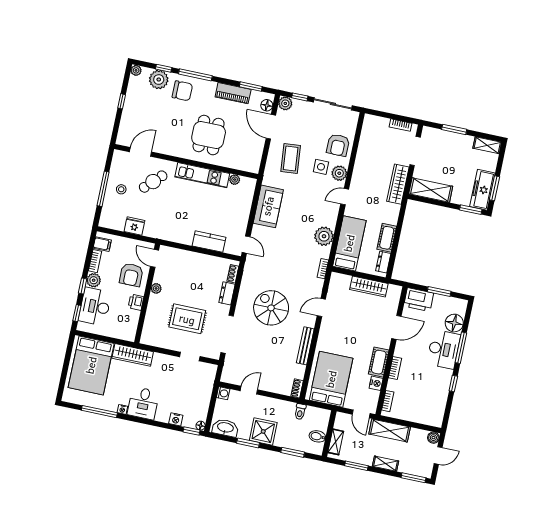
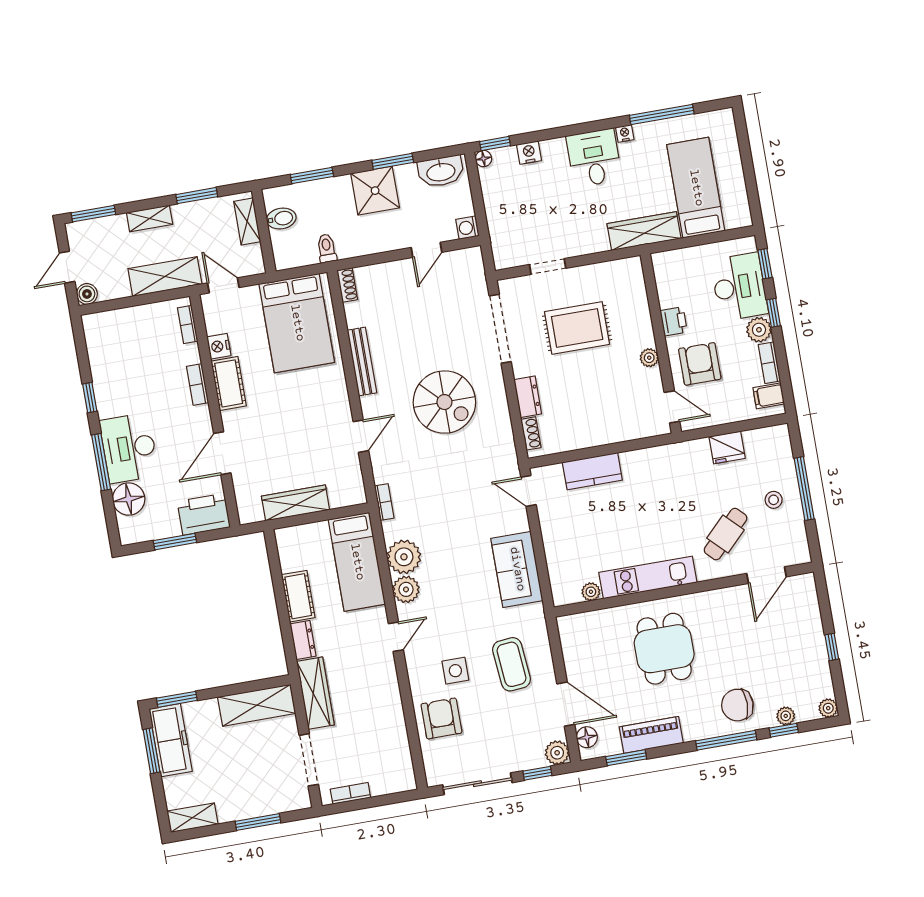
plant: (159, 80) -> (786, 716), width x0.53, depth x0.53
plant: (339, 173) -> (406, 589), moved
dresser: (383, 262) -> (303, 640), moved
bed: (91, 365) -> (696, 188), width x0.67

